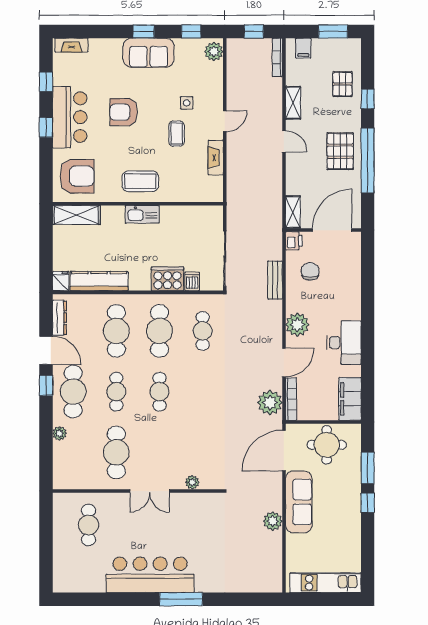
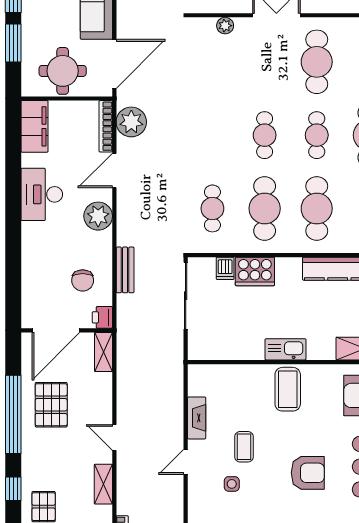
pallet: (340, 151) -> (51, 405), moved
coffee table: (140, 181) -> (288, 389), turned 90

